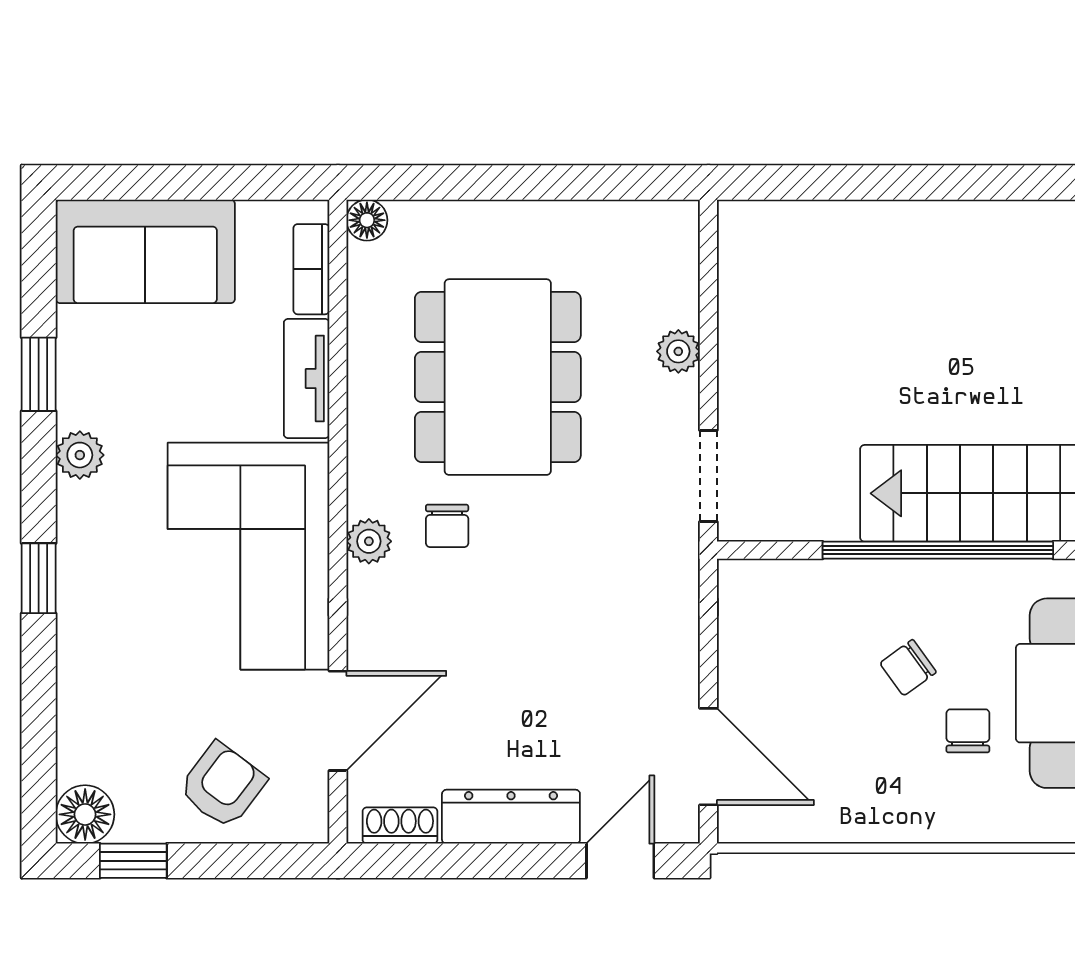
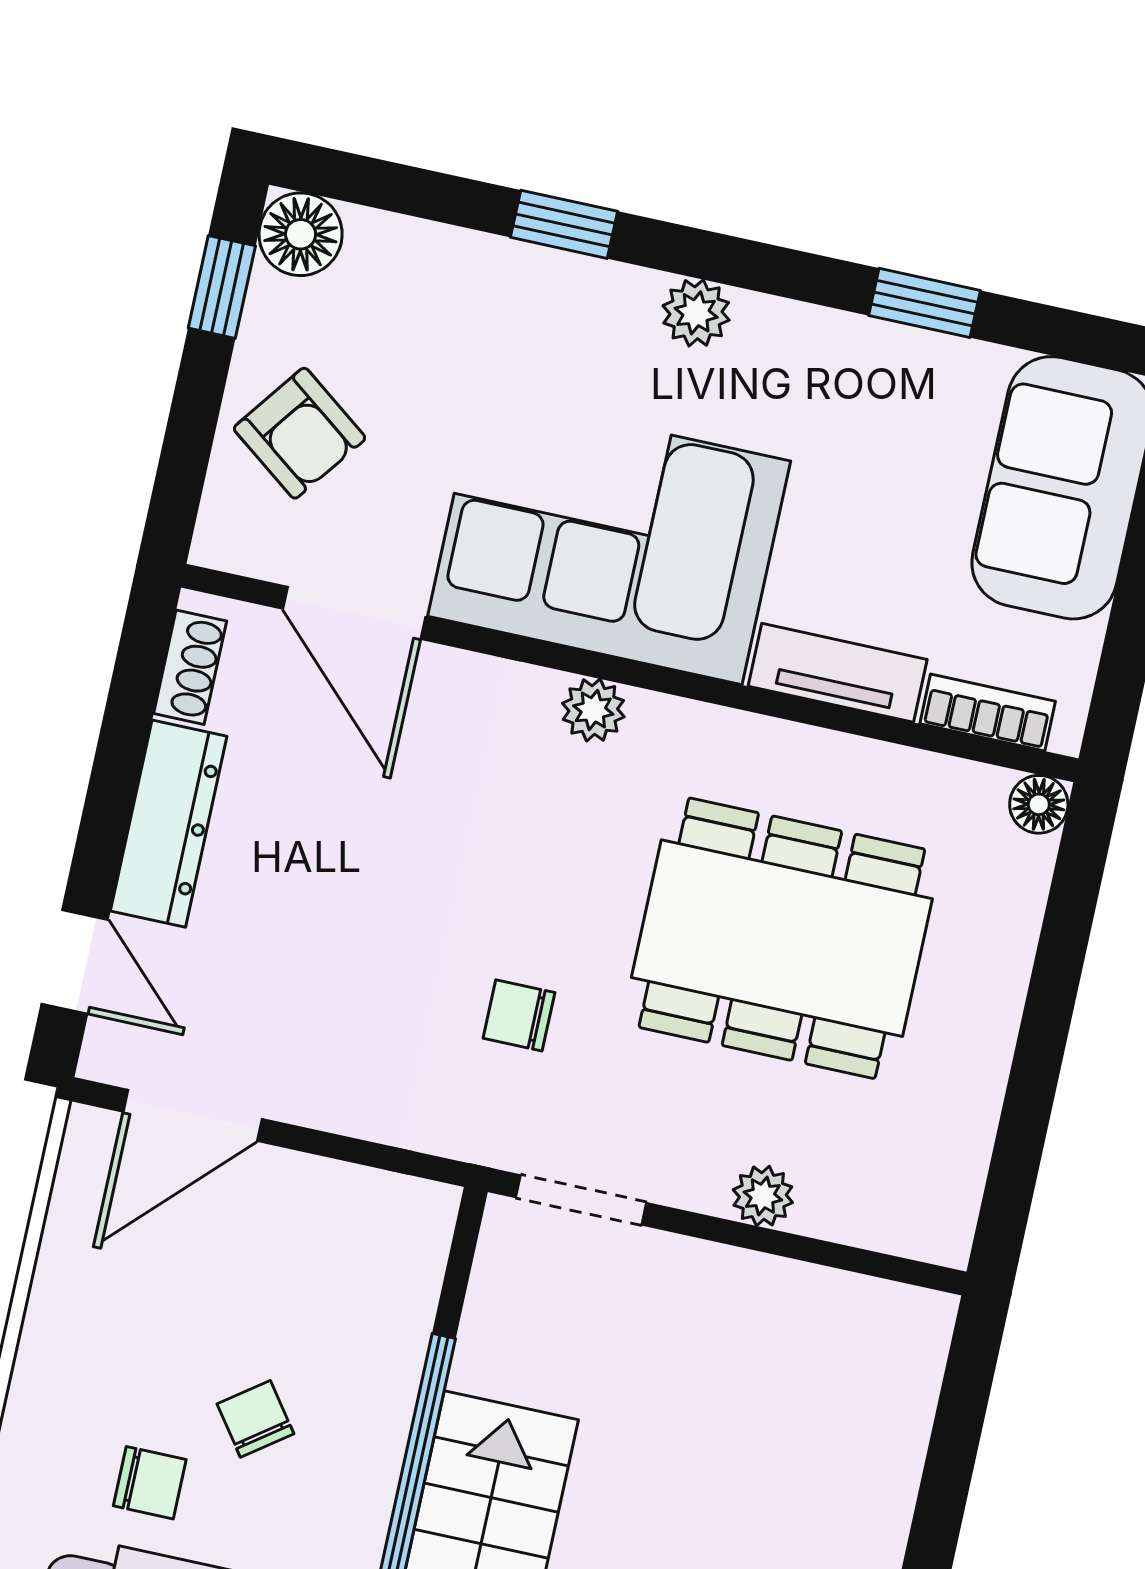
plant: (80, 455) -> (696, 313), moved
chair: (447, 526) -> (519, 1015), moved
window: (39, 578) -> (564, 224), moved

